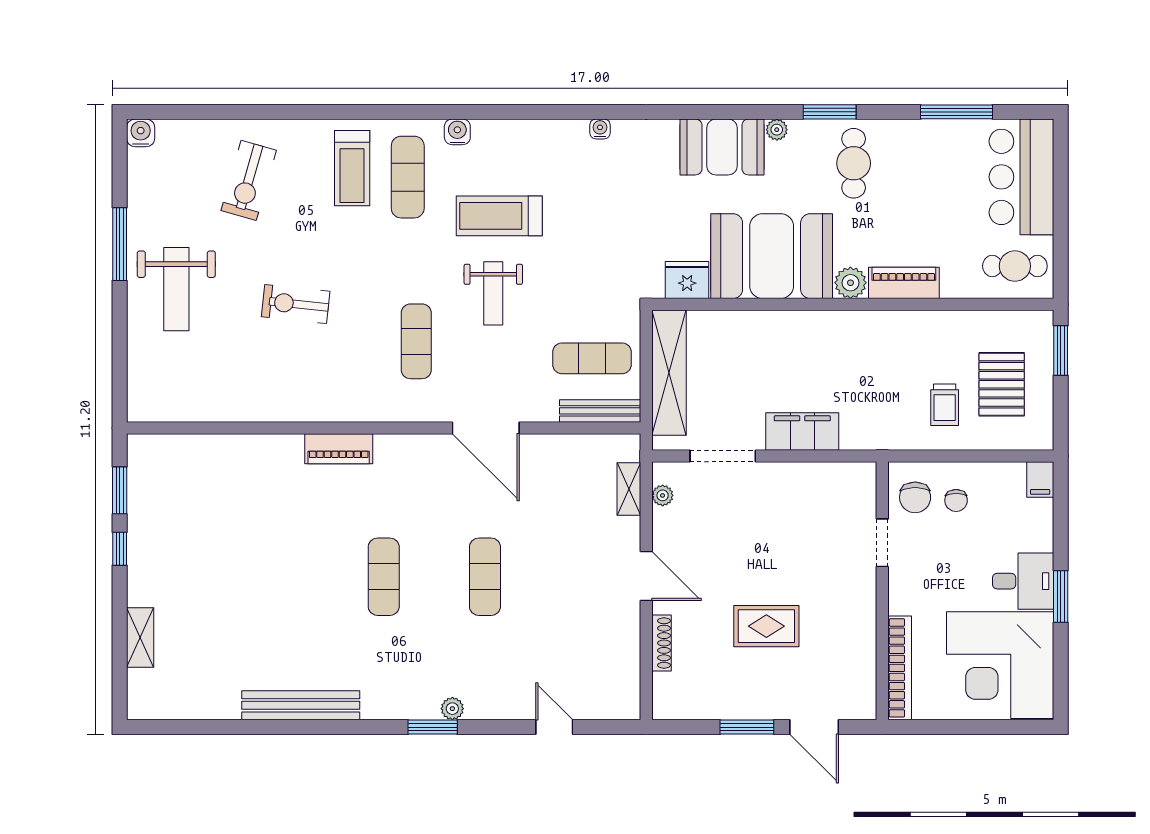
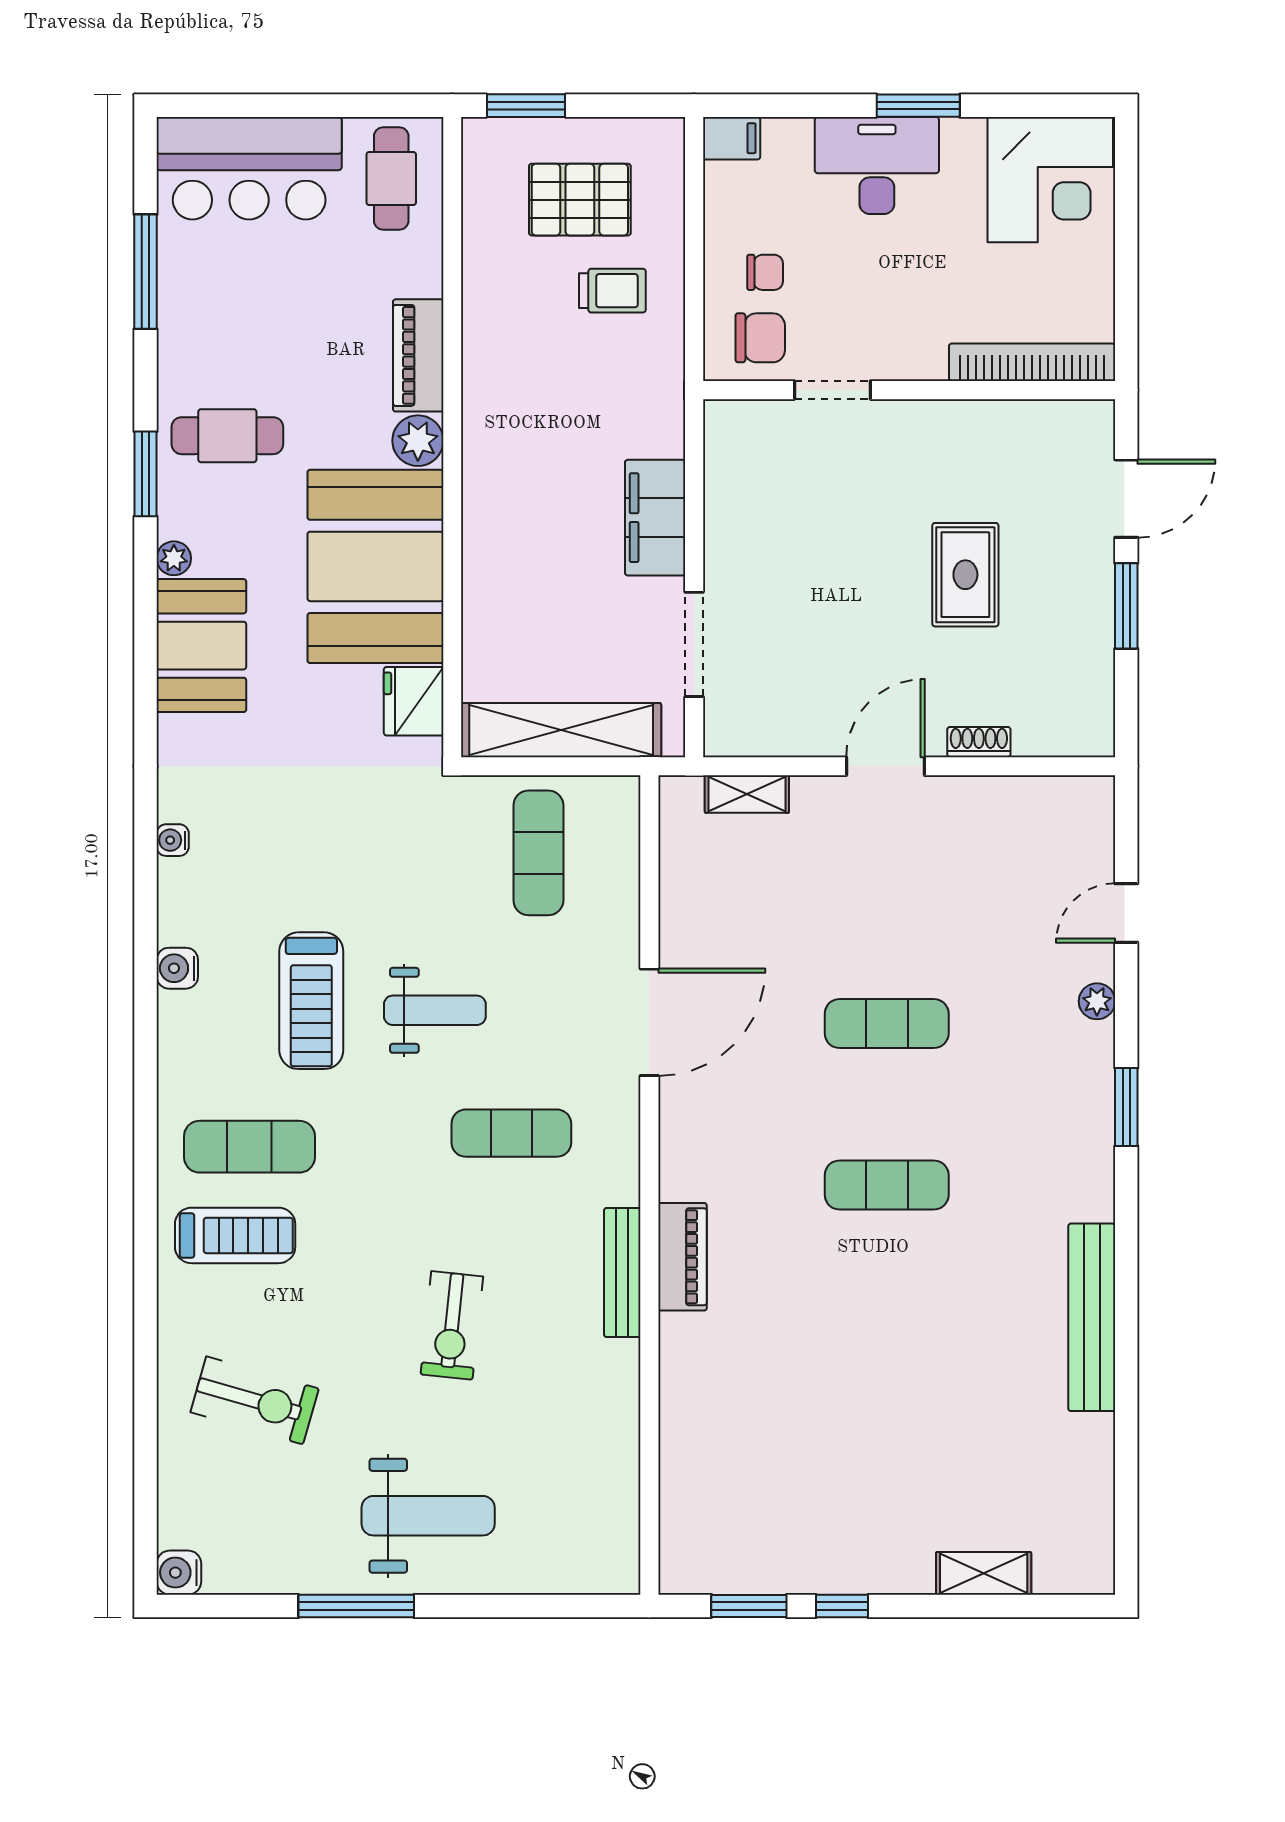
water cooler: (457, 132) -> (177, 968), moved
bench: (600, 411) -> (622, 1272), moved
plant: (663, 495) -> (757, 740), removed
desk: (1023, 581) -> (877, 166), width x1.37
shoe rack: (662, 643) -> (979, 742), width x0.70
corner desk: (1000, 665) -> (1050, 180), width x0.74, depth x0.74
plant: (452, 709) -> (1097, 1001), moved

